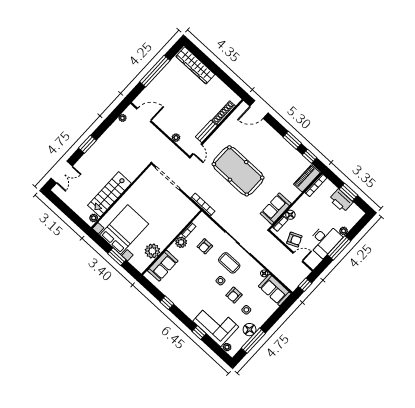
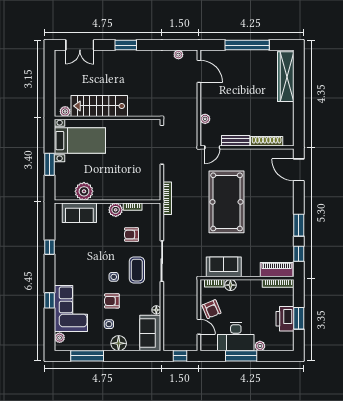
bed with nightstands: (124, 229) -> (80, 141), width x0.73
floor lamp: (250, 330) -> (119, 343), moved

